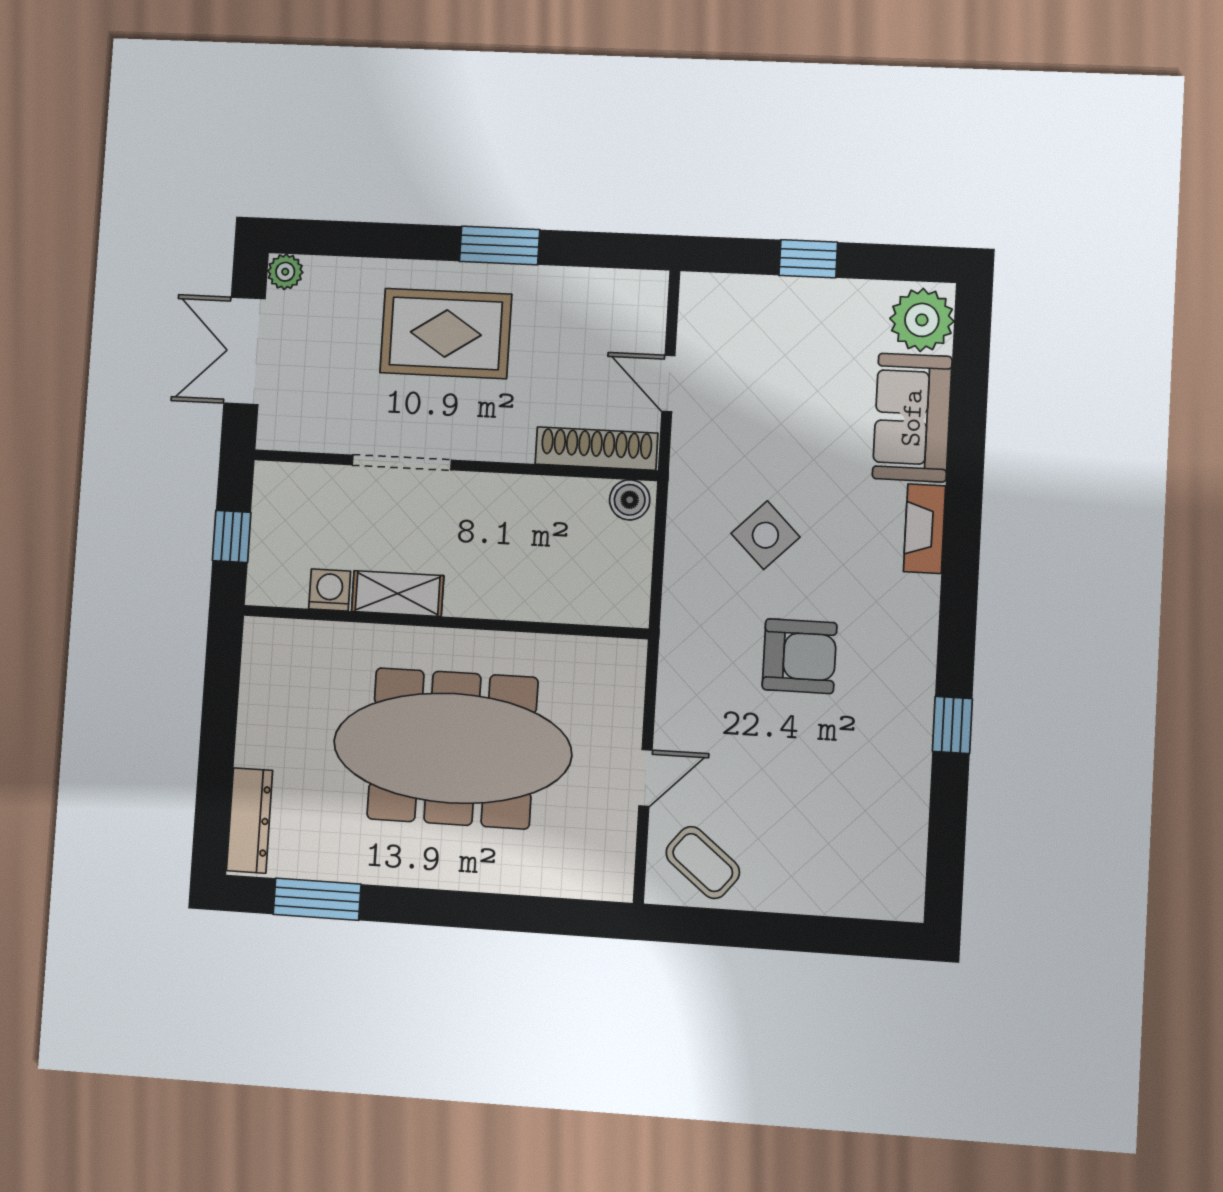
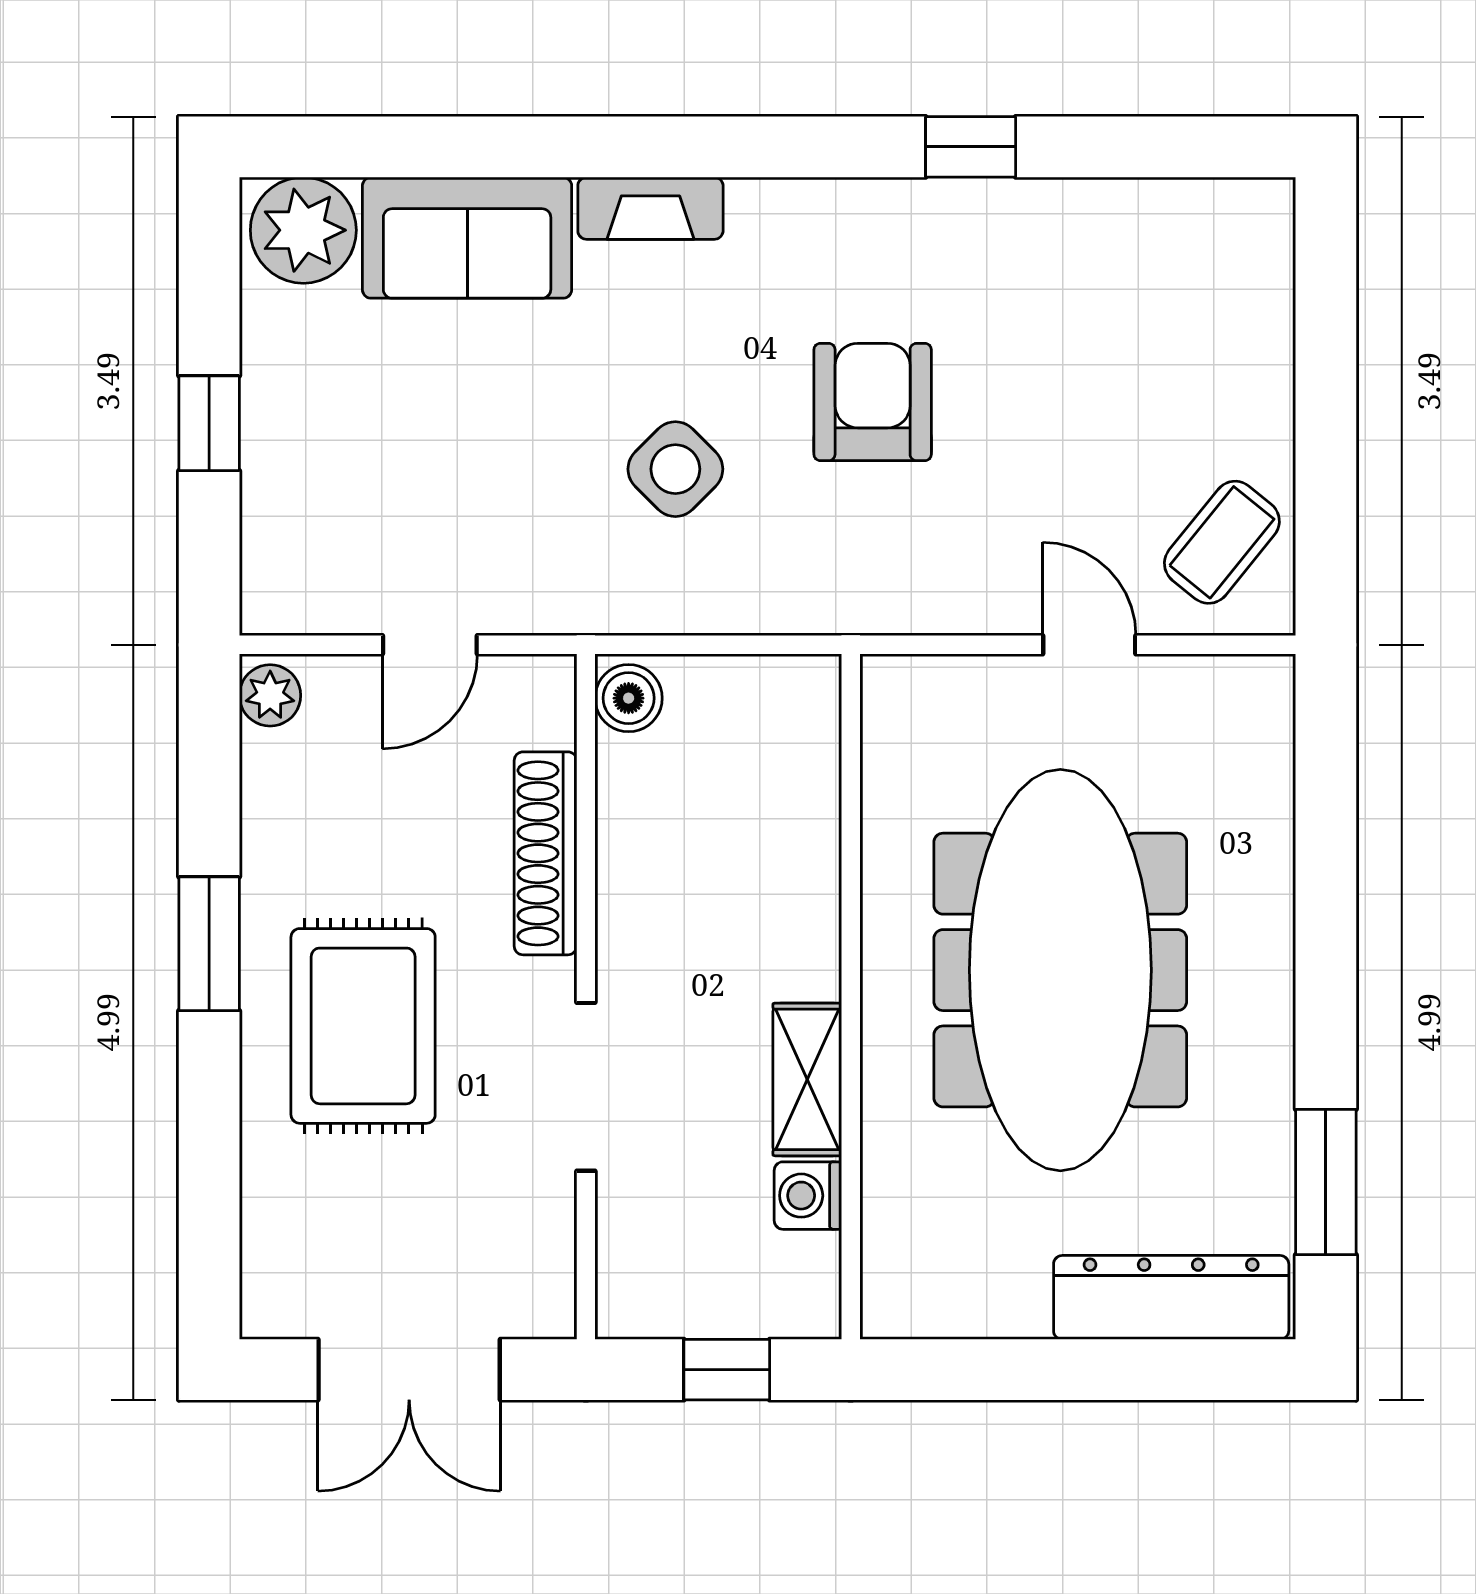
plant: (285, 272) -> (270, 695), moved
shoe rack: (596, 449) -> (545, 853), moved
dresser: (250, 820) -> (1171, 1297), width x1.37, depth x1.24

